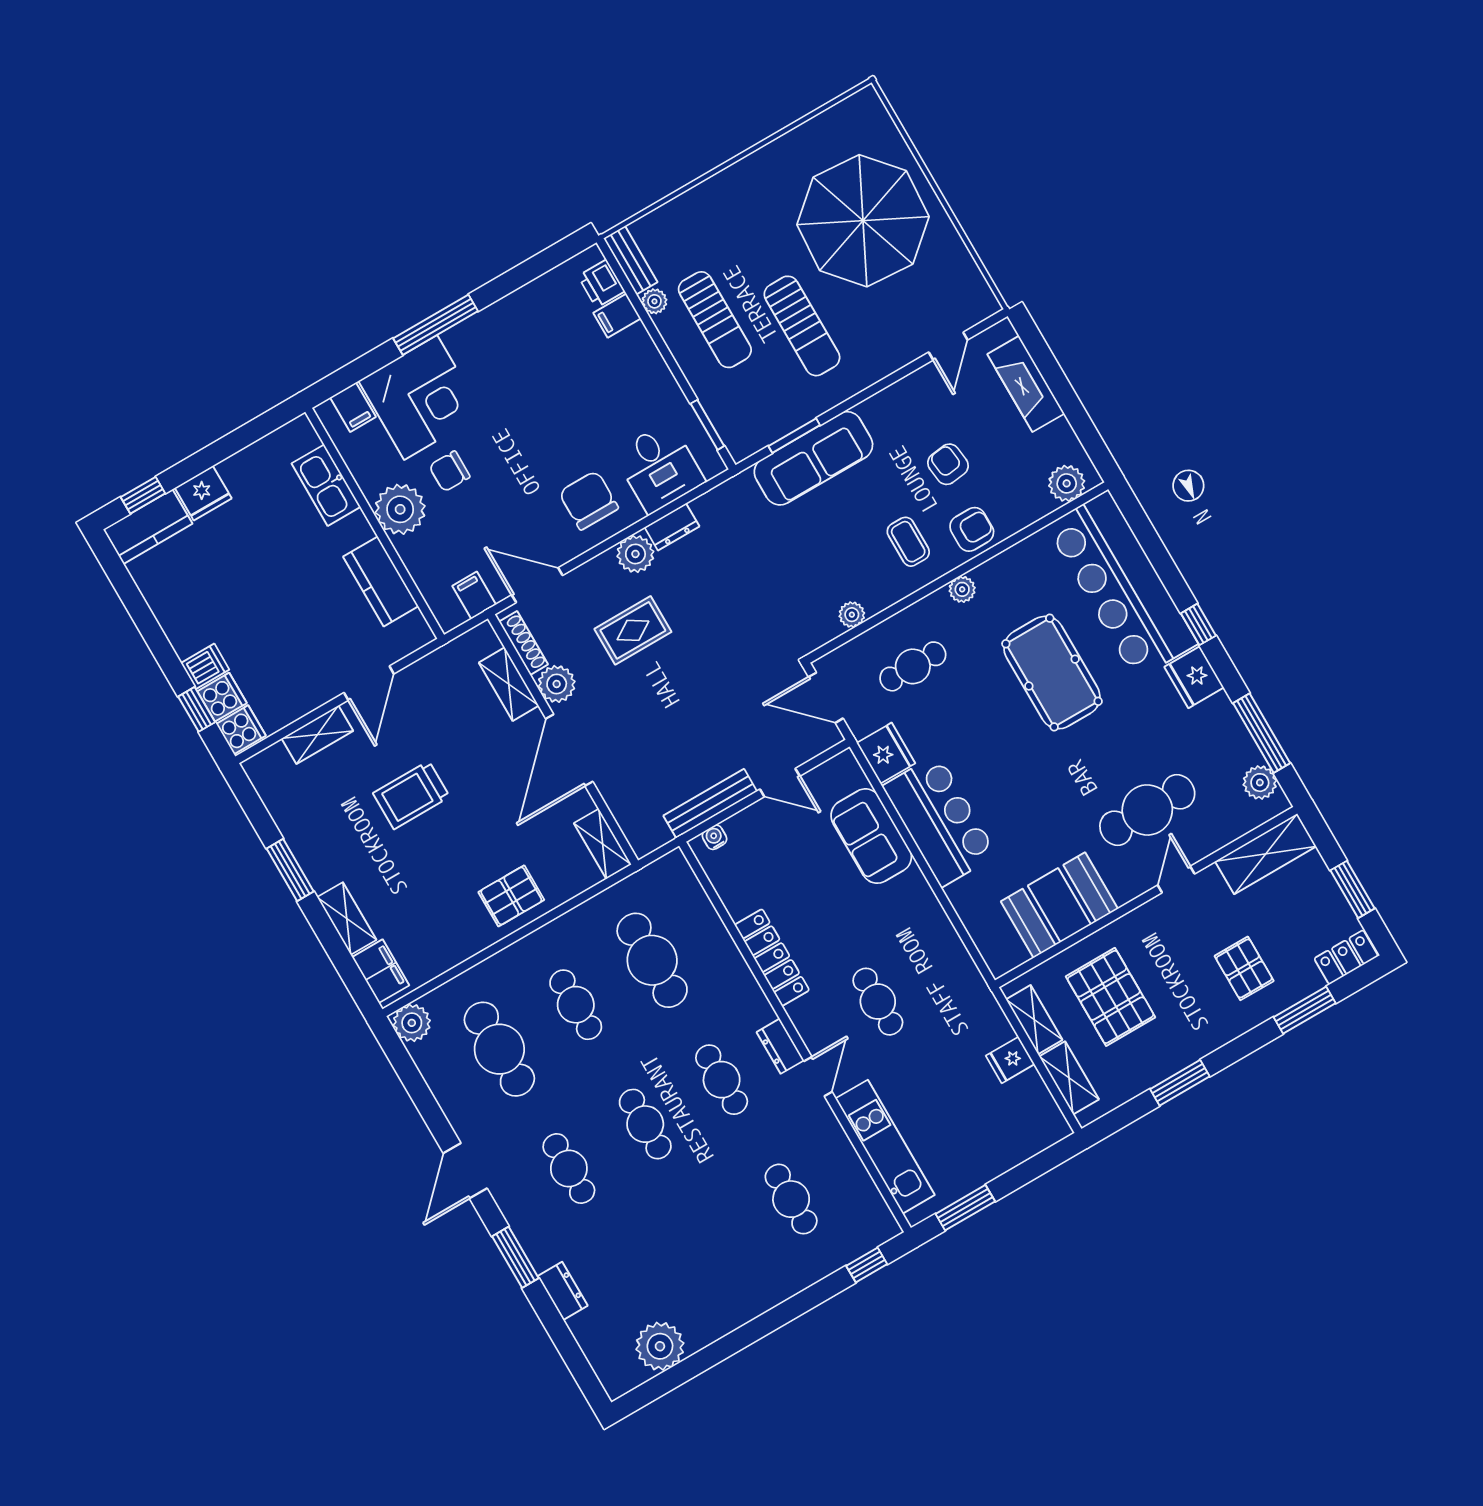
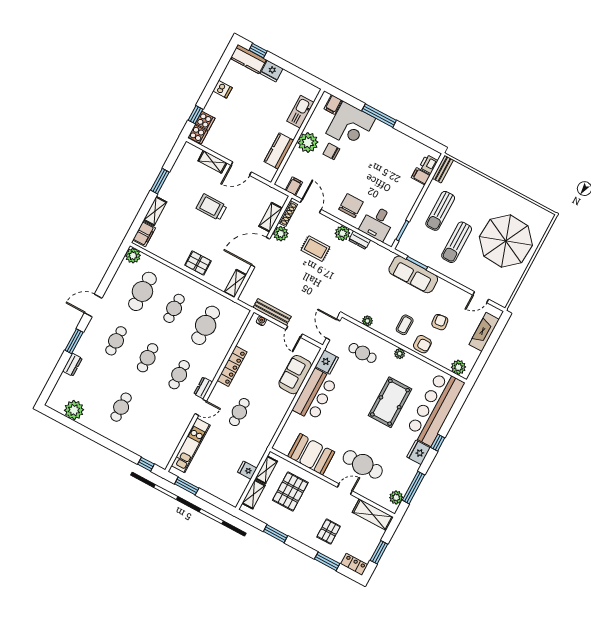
plant: (654, 301) -> (434, 186), removed
dishwasher: (205, 666) -> (222, 89), moved
cafe table: (791, 1199) -> (121, 407), moved

